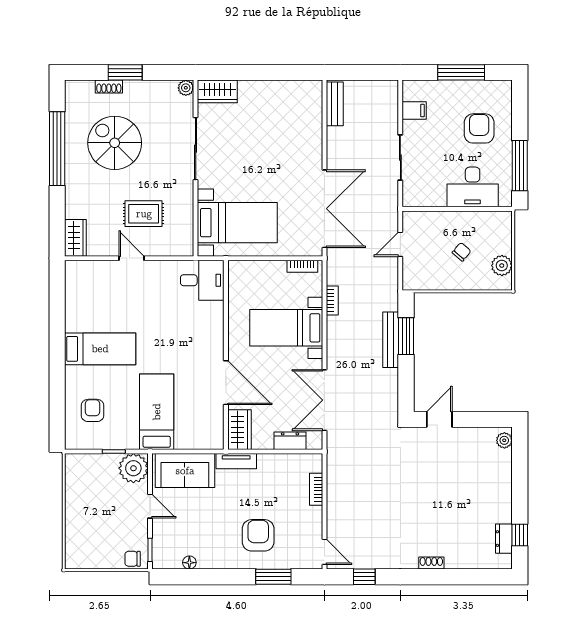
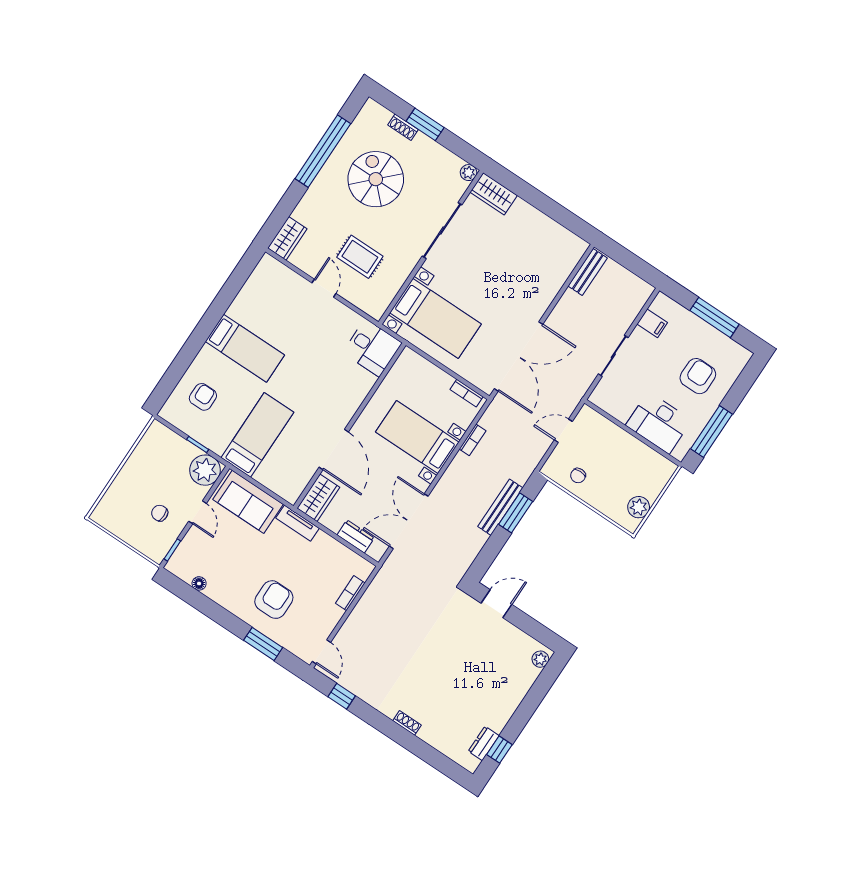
chair: (462, 252) -> (578, 476), moved, turned 139
chair: (133, 559) -> (160, 513), moved

